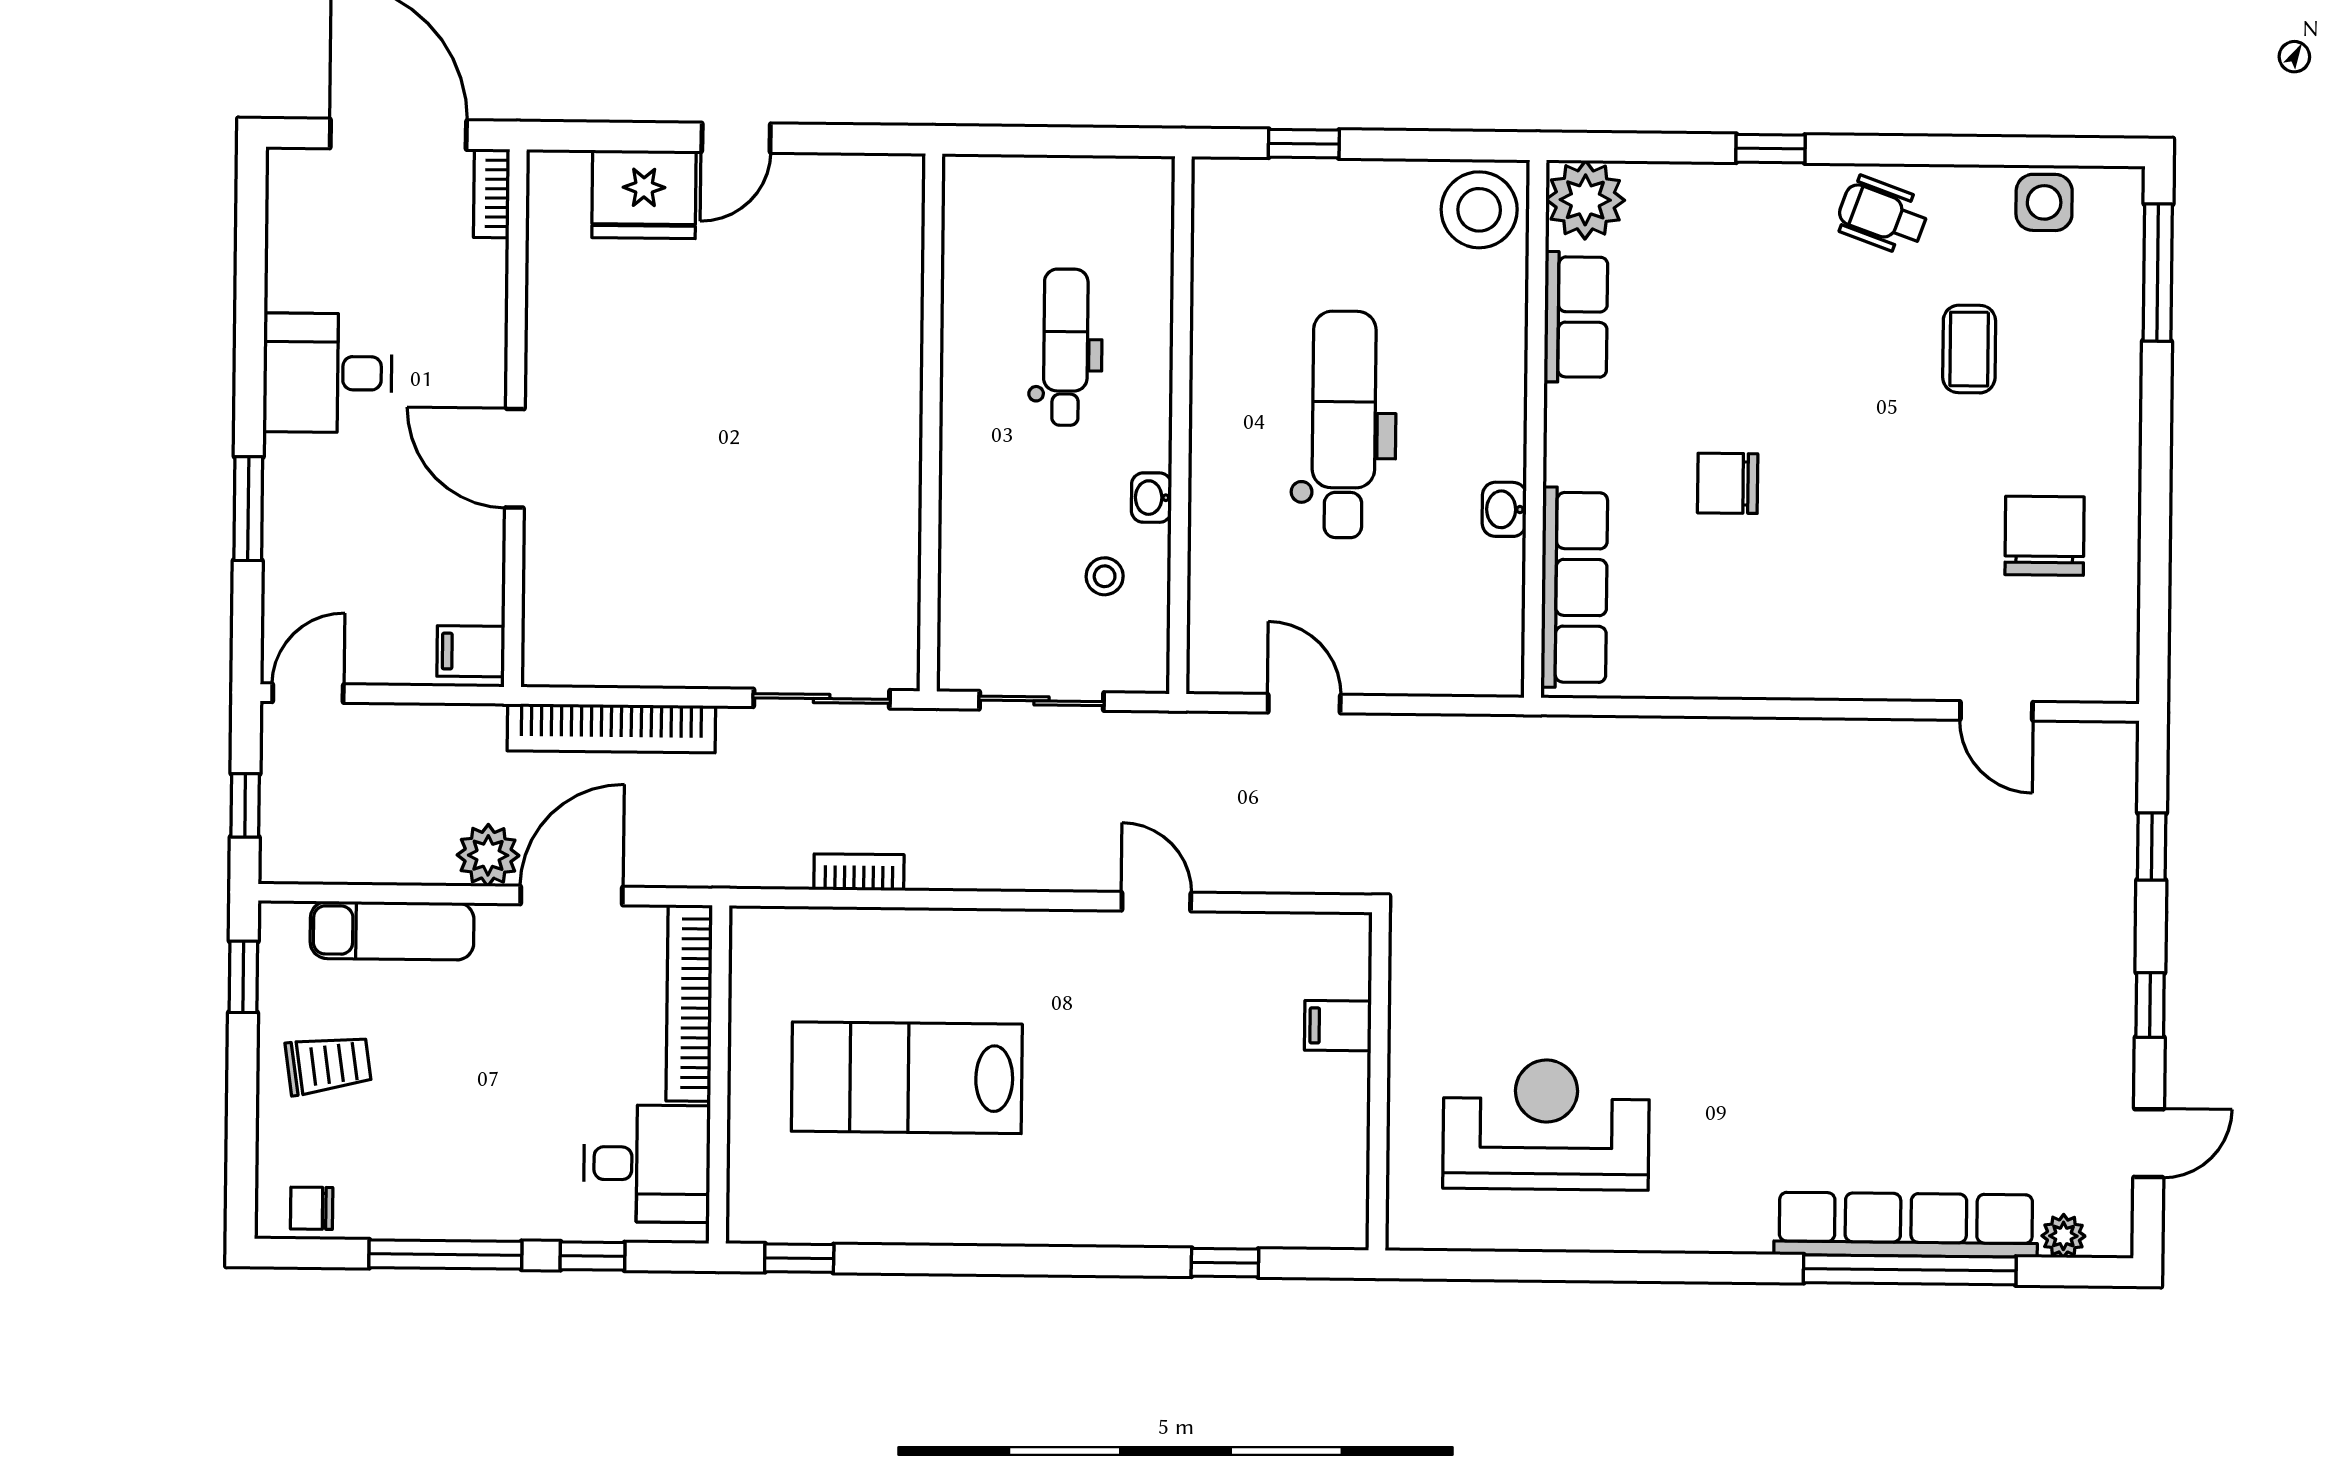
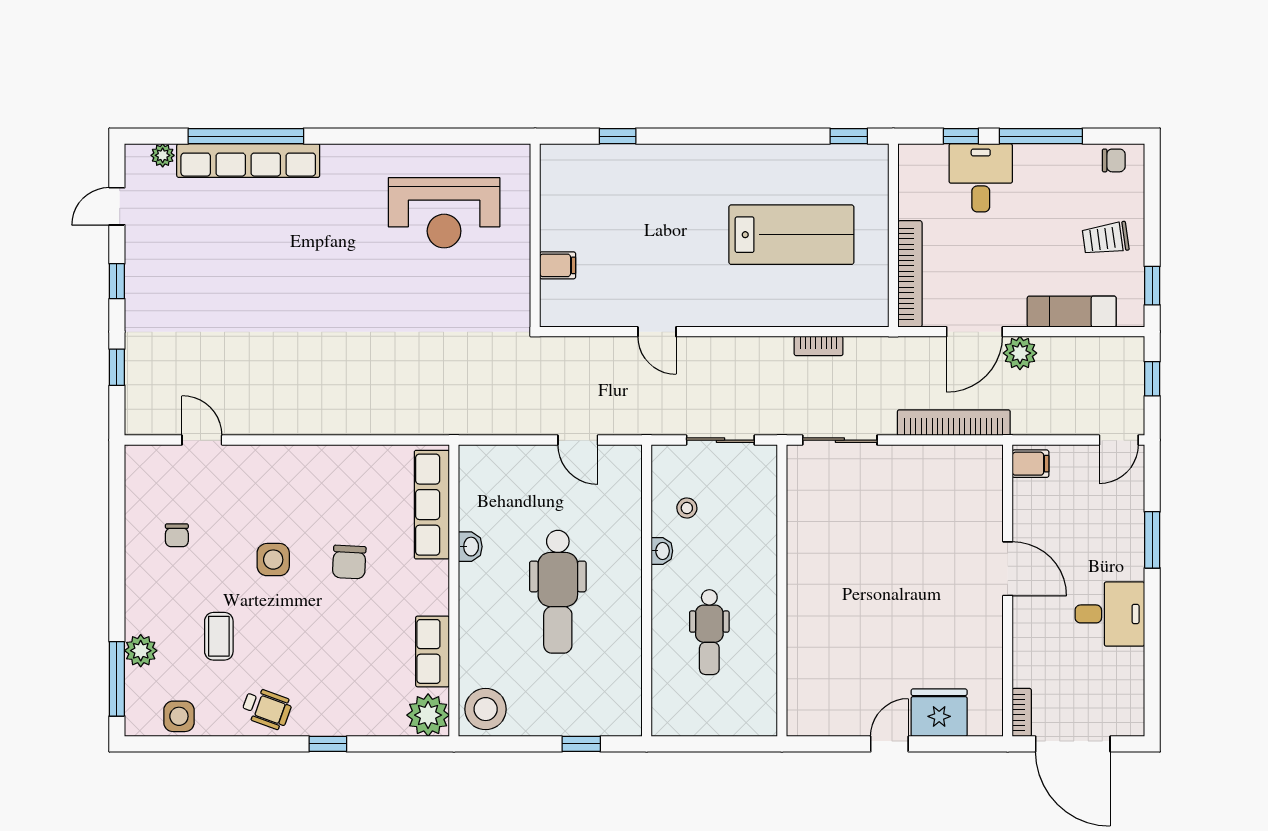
plant: (2113, 324) -> (141, 651), added
chair: (1728, 483) -> (349, 562), turned 93
side table: (1868, 489) -> (273, 560), added
chair: (2045, 536) -> (177, 535), width x0.54, depth x0.54
desk: (647, 1164) -> (981, 178), moved, turned 90

